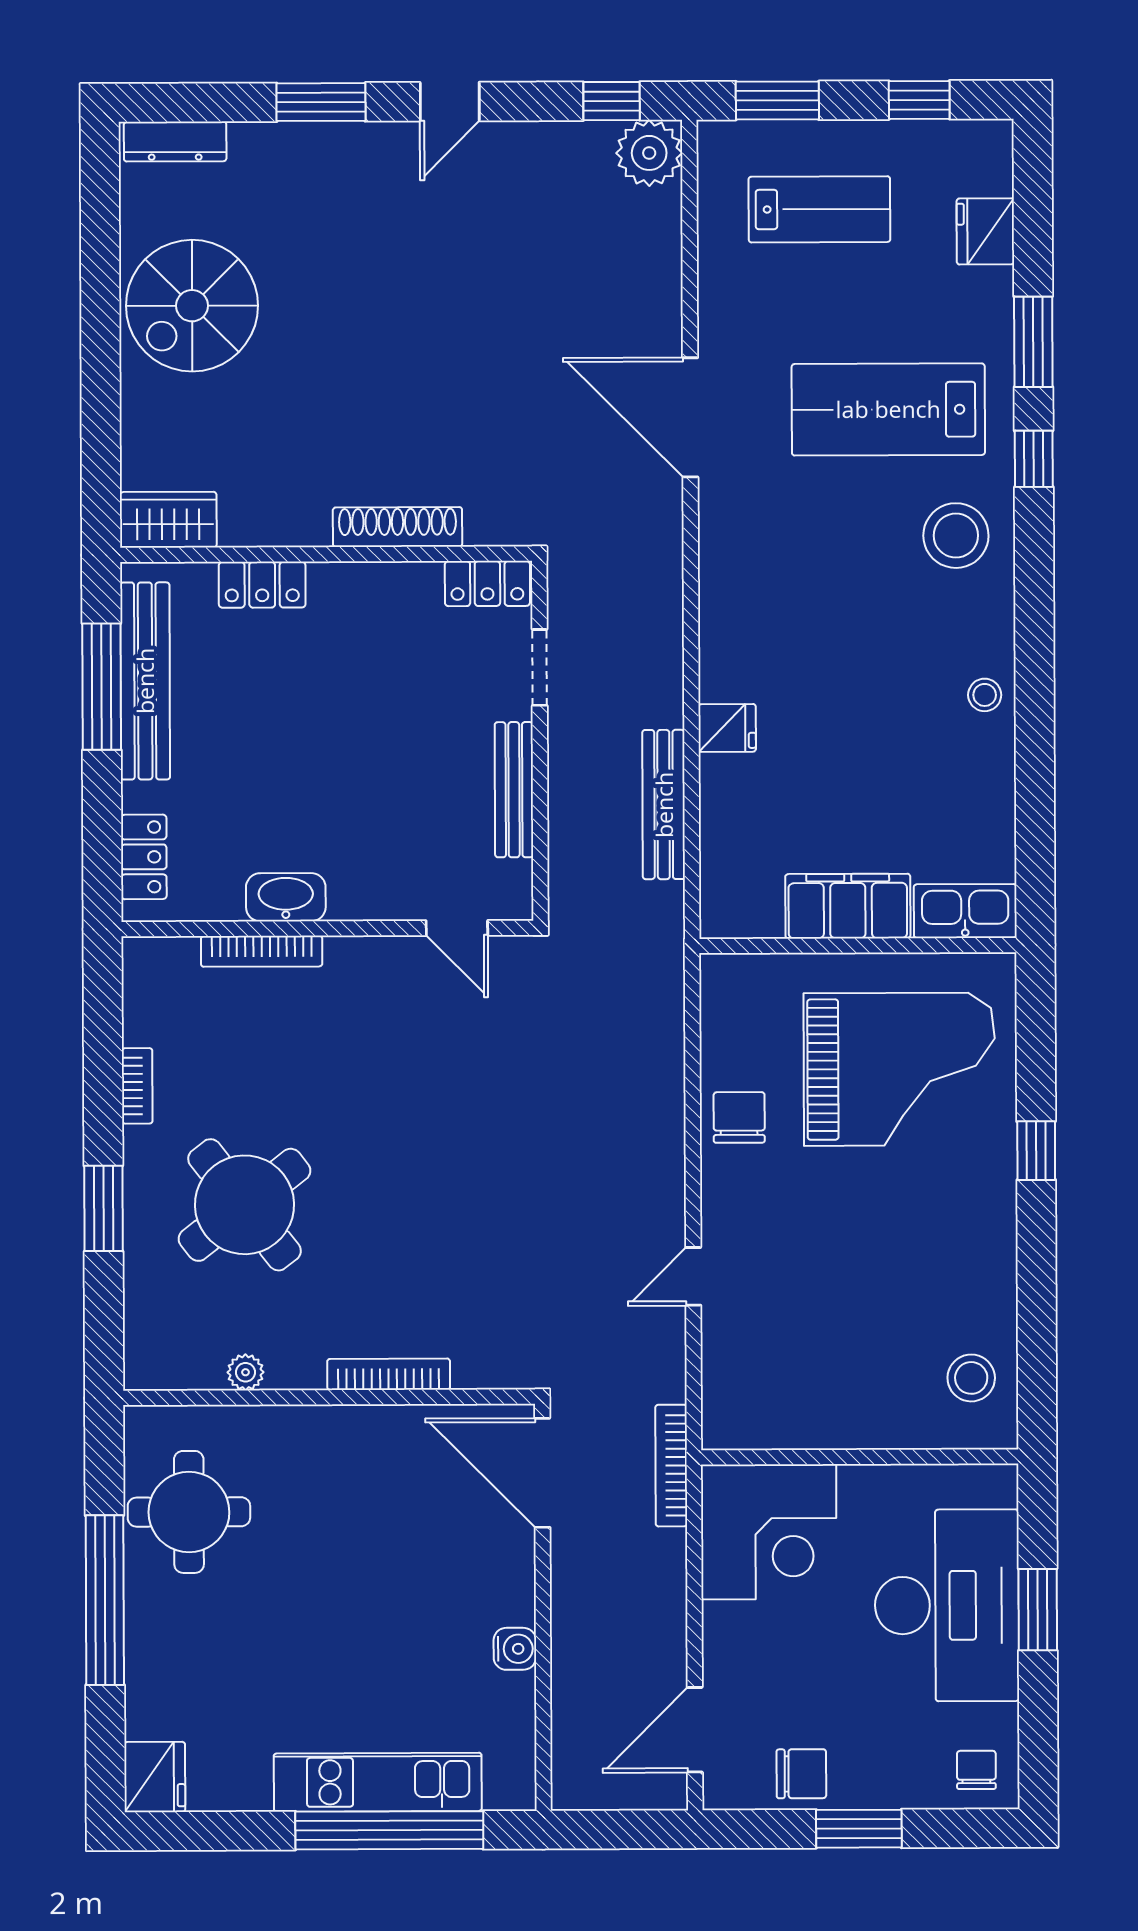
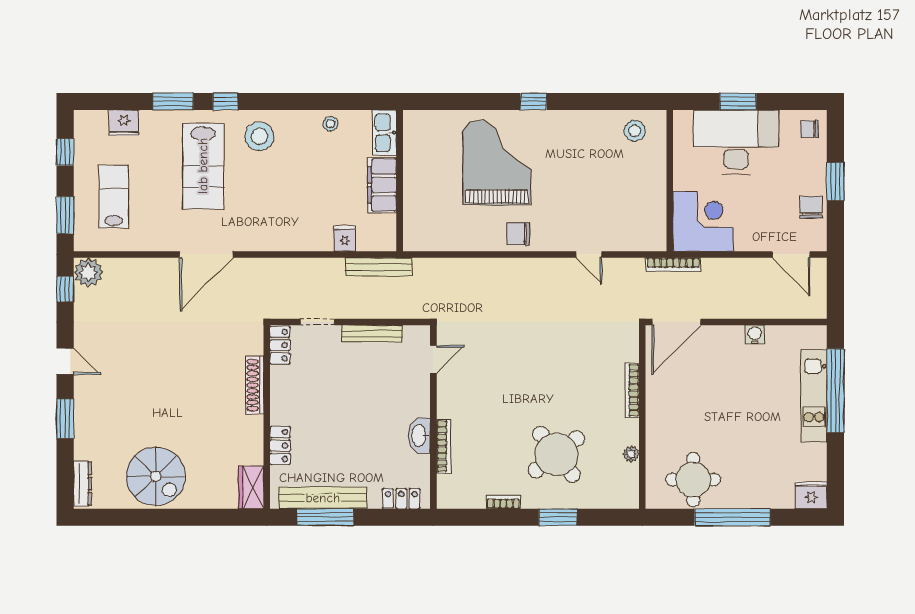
filing cabinet: (848, 906) -> (382, 185), moved
kitchen sink: (965, 911) -> (384, 133), moved
wall: (858, 946) -> (400, 181), moved

